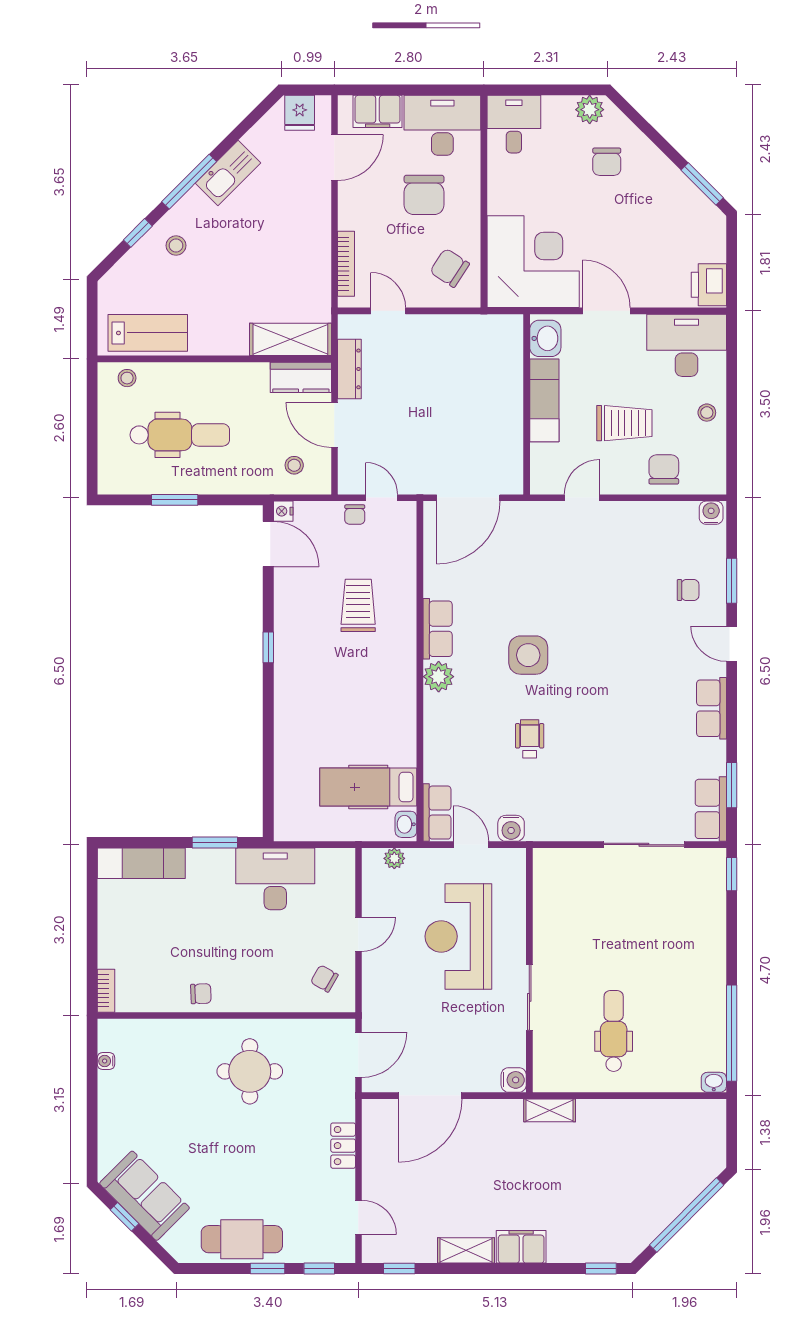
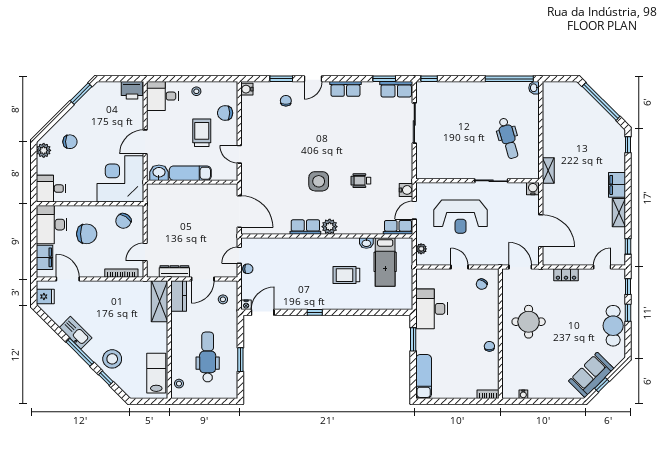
stool: (176, 246) -> (112, 359), width x1.89, depth x1.89
desk: (687, 345) -> (162, 96), width x0.73
trolley: (358, 605) -> (346, 275), moved
washbasin: (406, 824) -> (366, 243), moved
dental chair: (614, 1031) -> (508, 138), turned -106

